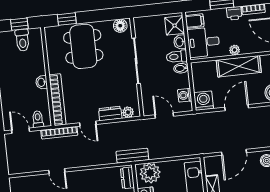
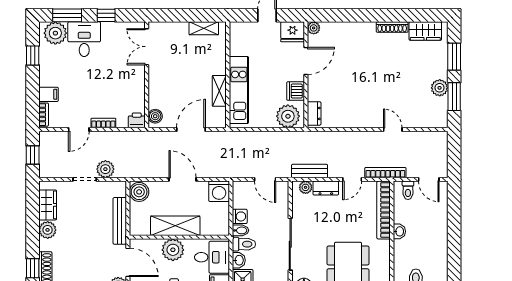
plant: (235, 50) -> (173, 250), width x1.88, depth x1.88
washing machine: (185, 95) -> (240, 216), moved
door: (237, 108) -> (183, 179), swing flipped
door: (88, 124) -> (352, 179), swing flipped
bench: (132, 156) -> (310, 171), moved

